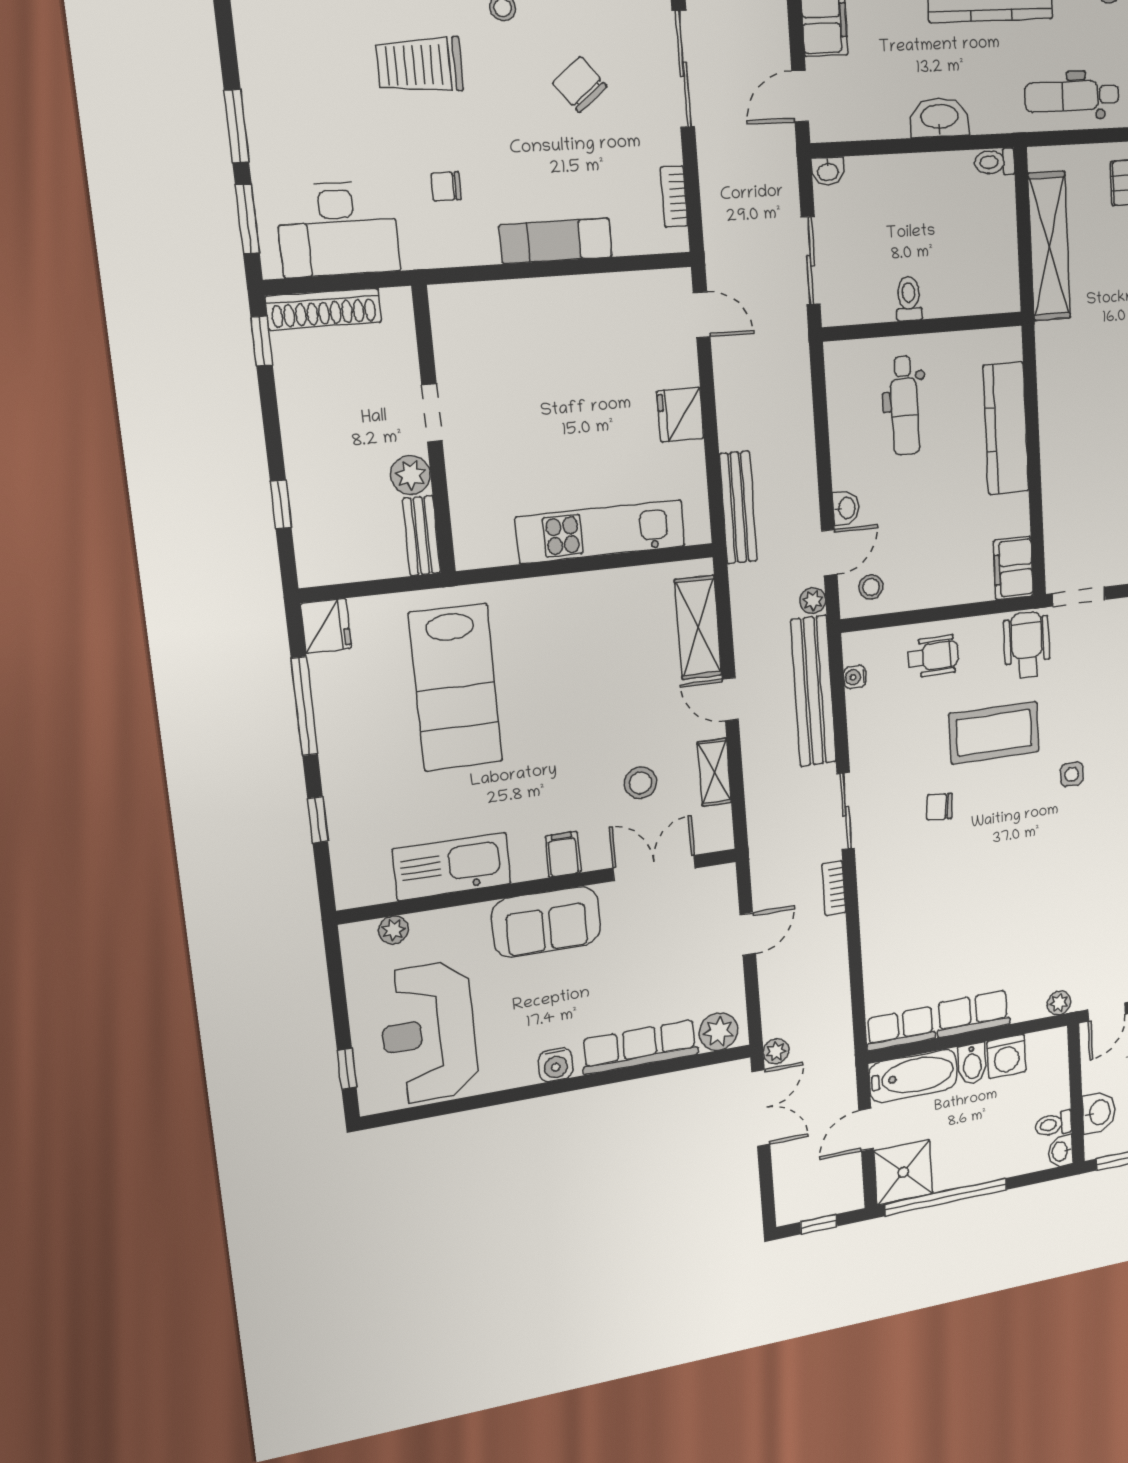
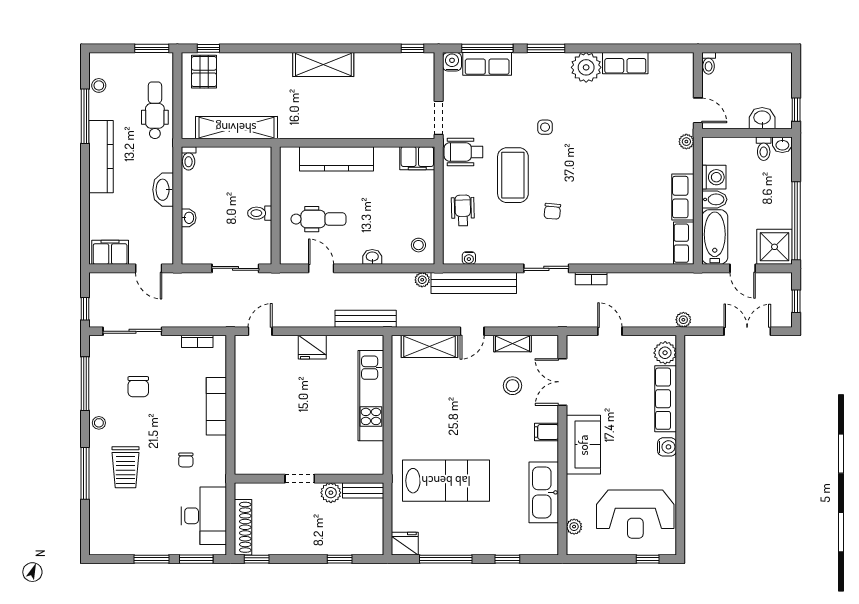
chair: (580, 85) -> (138, 387), turned -51
dental chair: (1072, 96) -> (155, 110), turned 180
washbasin: (828, 171) -> (189, 218), moved
door: (829, 553) -> (321, 268), moved
double door: (761, 1108) -> (747, 331), moved

